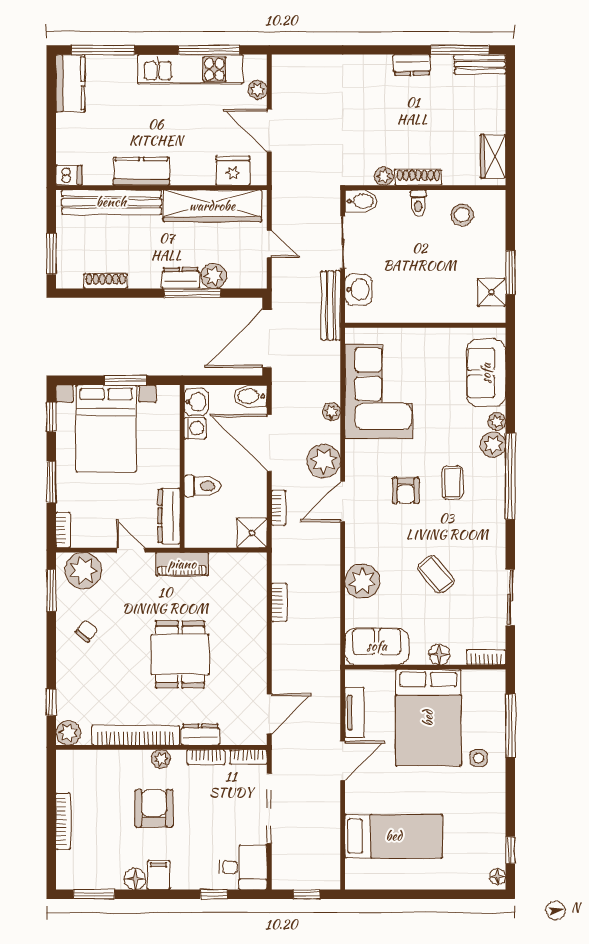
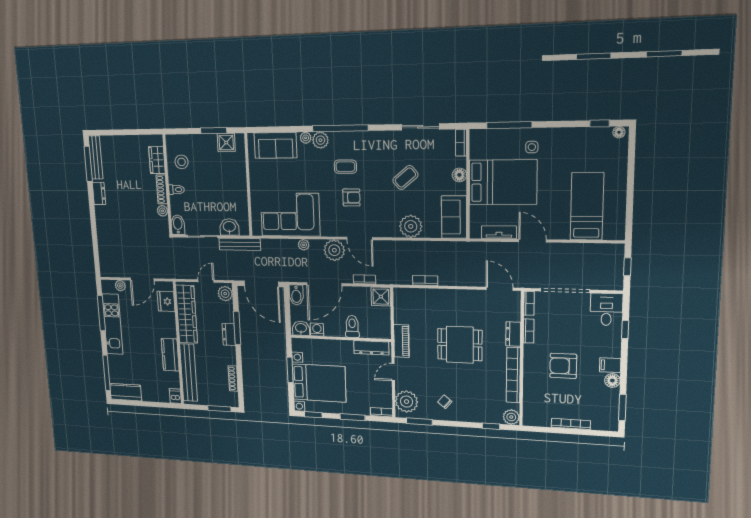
bench: (480, 64) -> (96, 157), width x1.36
wardrobe: (493, 156) -> (157, 160), moved, turned 90
plant: (214, 276) -> (225, 294), moved
plant: (161, 759) -> (530, 360), removed

